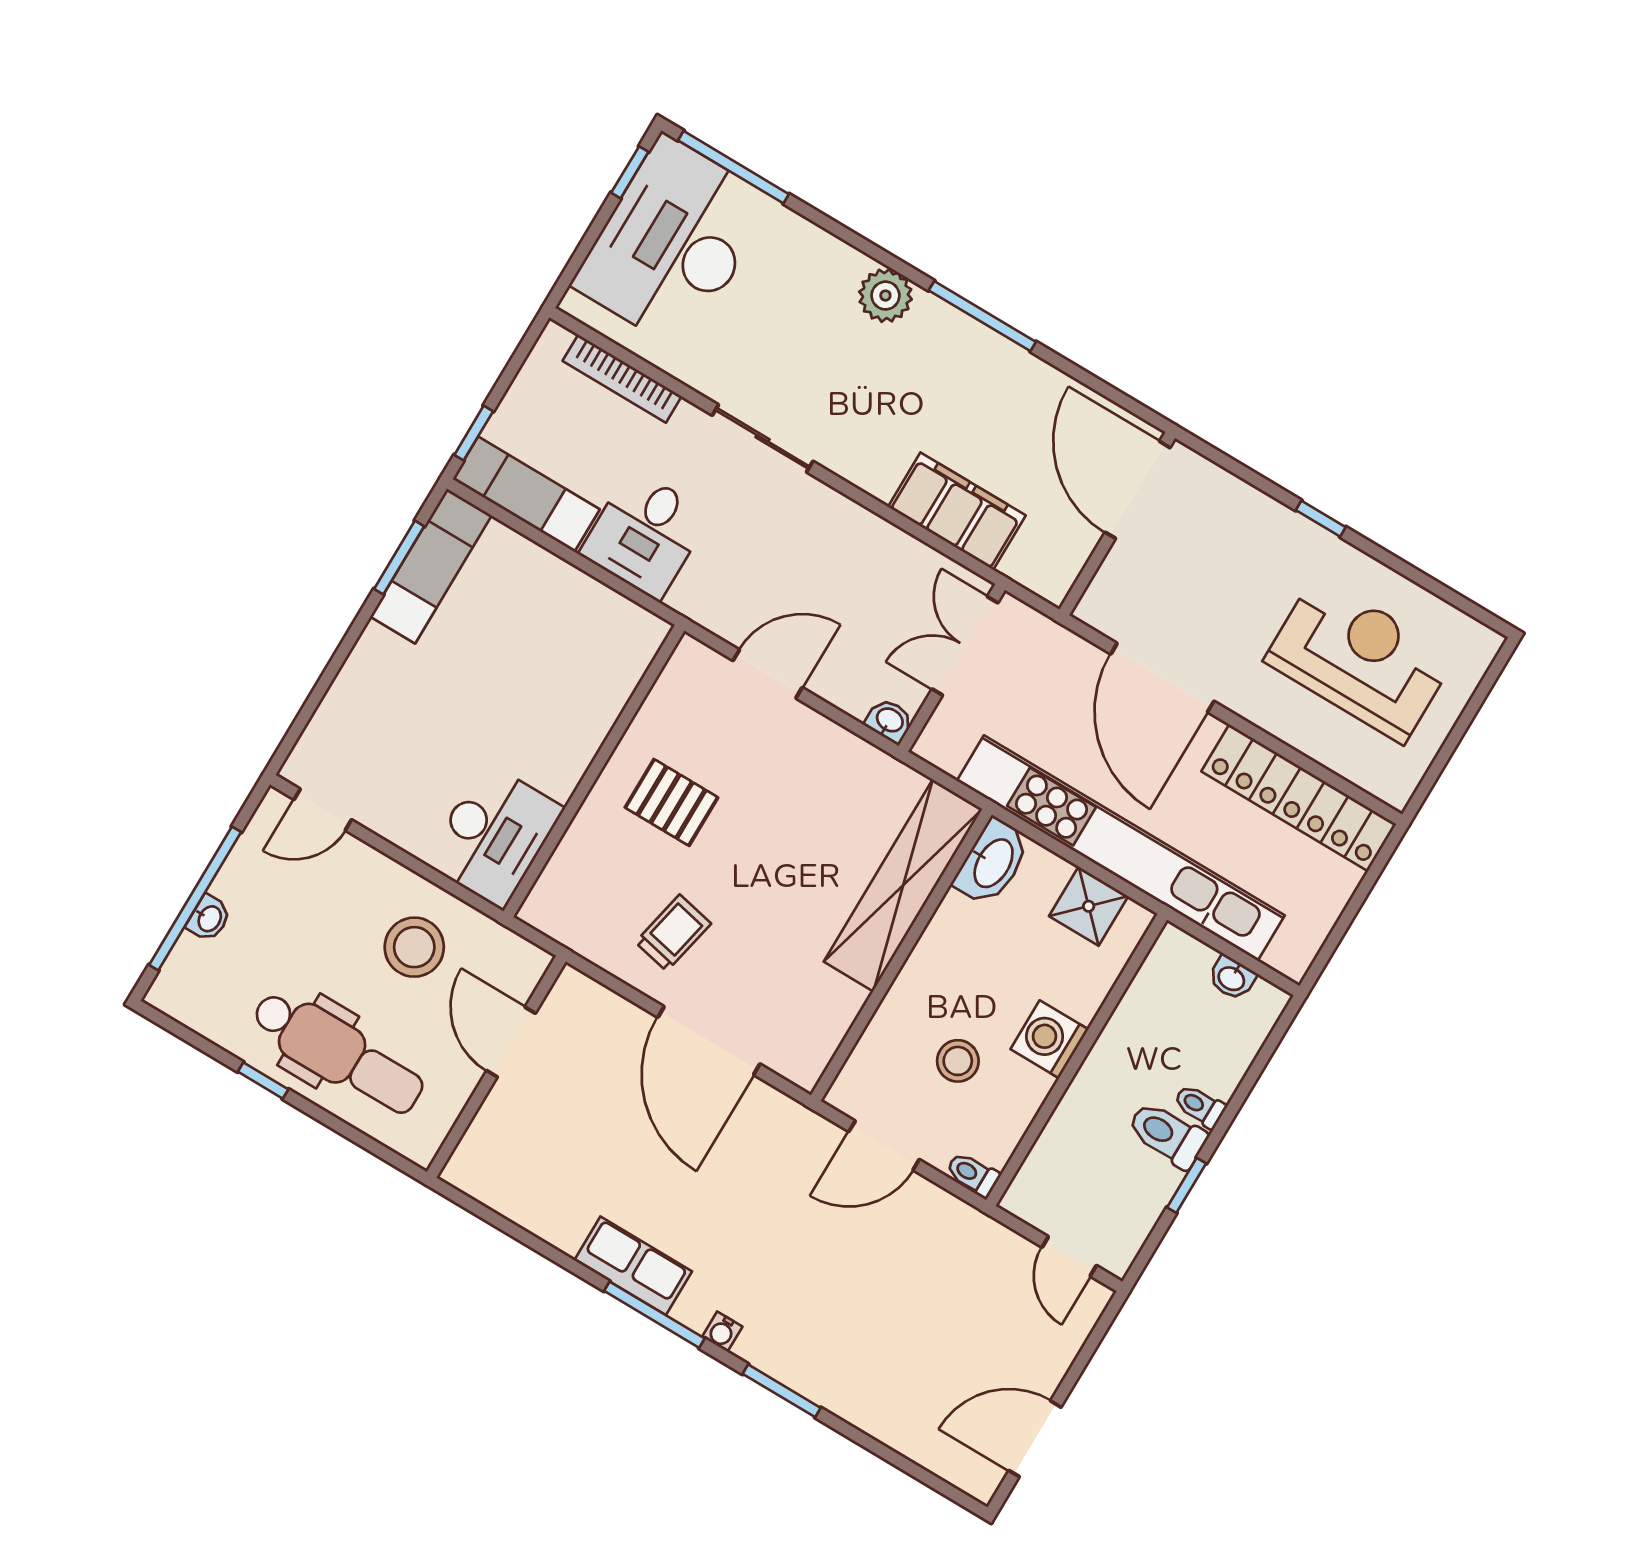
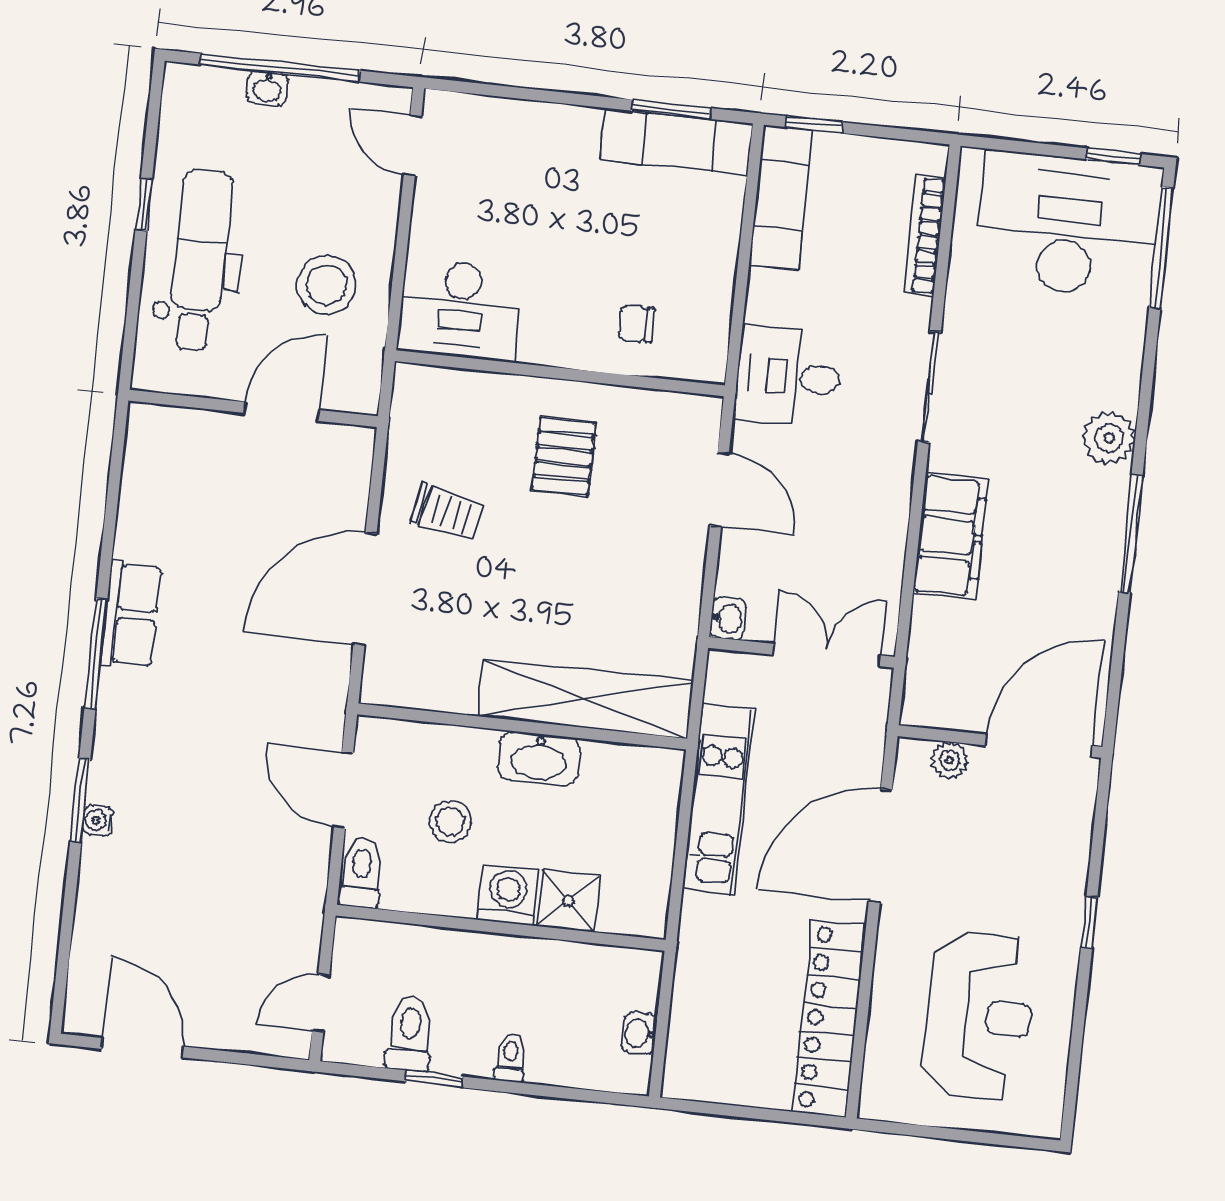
filing cabinet: (957, 511) -> (951, 536), moved
desk: (645, 534) -> (788, 377), moved
plant: (1113, 578) -> (950, 760), added
chair: (581, 680) -> (636, 324), added
kitchen unit: (1121, 848) -> (718, 799), width x0.54
washbasin: (992, 862) -> (539, 759), moved
shower: (1089, 906) -> (568, 901), moved
dental chair: (338, 1053) -> (200, 260), turned 180
toilet: (1167, 1135) -> (410, 1034), moved
toilet: (973, 1174) -> (361, 873), width x1.37, depth x1.39
water cooler: (722, 1332) -> (98, 820), moved

